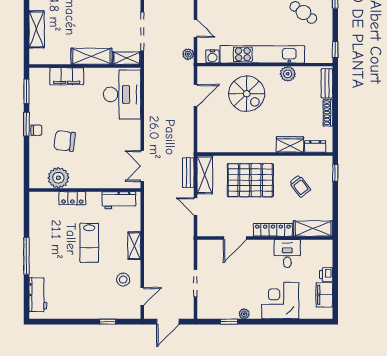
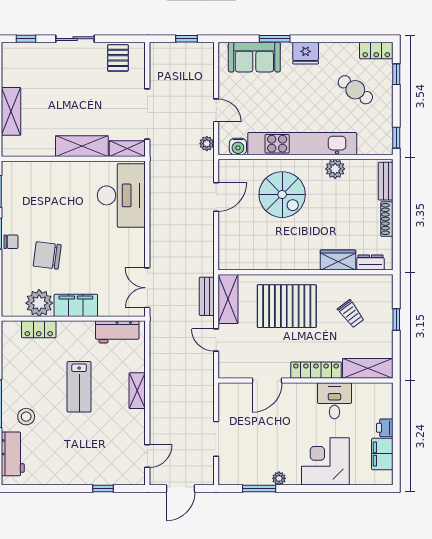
filing cabinet: (67, 76) -> (76, 305), moved, turned 180
window: (335, 173) -> (396, 319), moved
locker: (72, 198) -> (39, 329), moved
stool: (123, 280) -> (26, 417), moved
window: (229, 322) -> (259, 489), width x1.50

